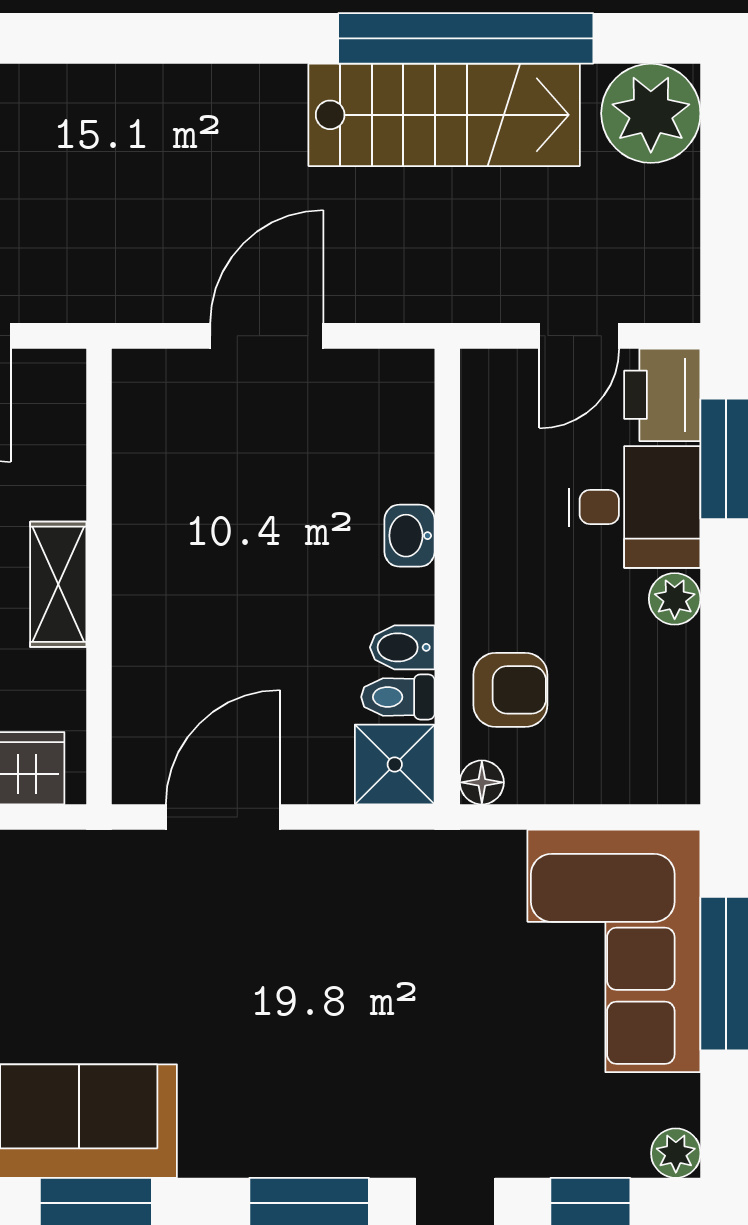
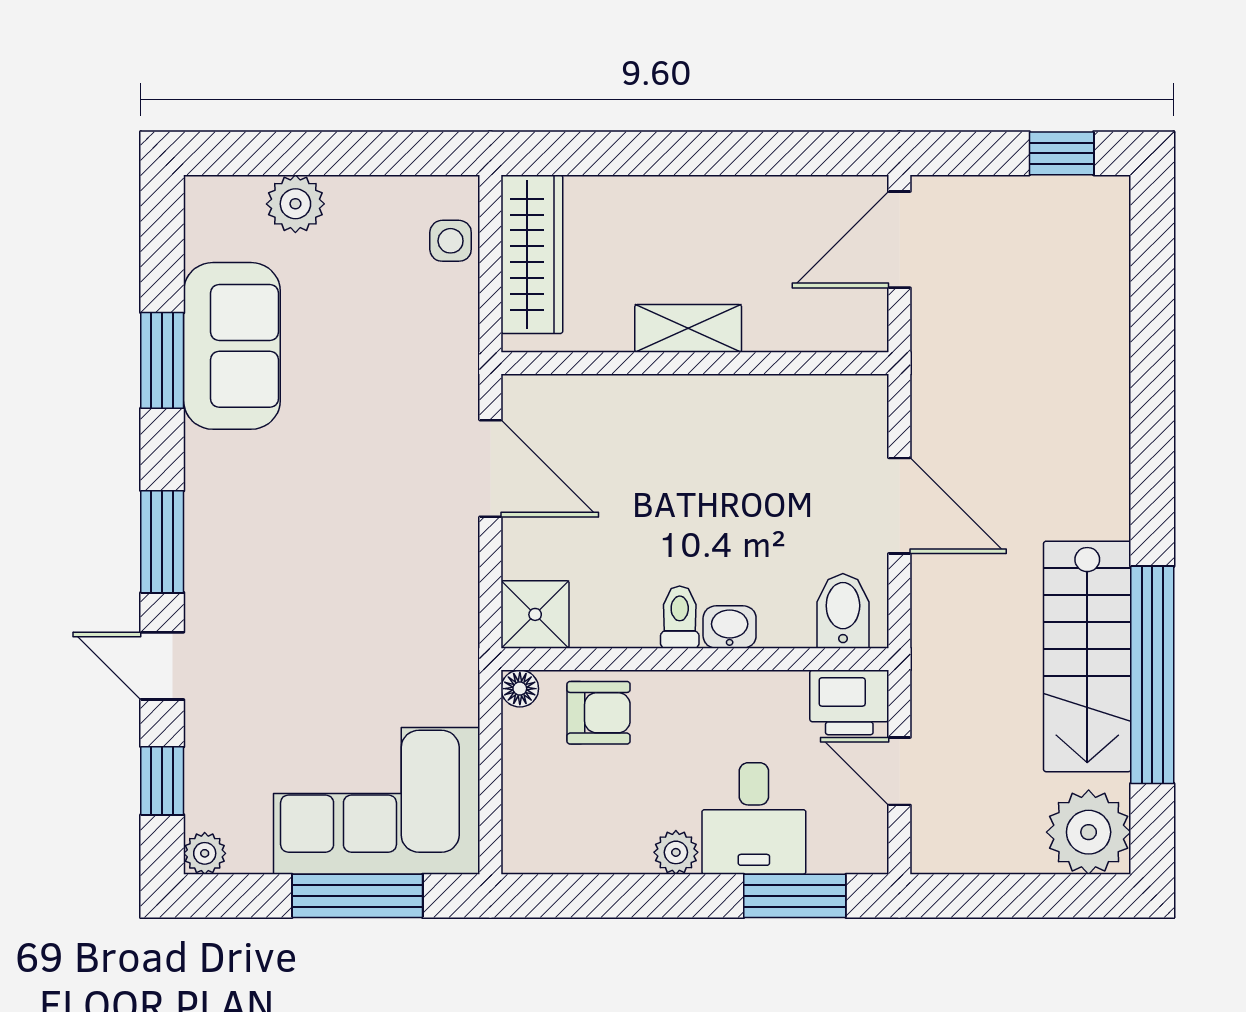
printer: (662, 395) -> (849, 702), moved, turned 180
bidet: (402, 647) -> (843, 611), moved, width x1.38, depth x1.36
armchair: (510, 690) -> (598, 713), turned -90
toilet: (398, 697) -> (680, 617), moved

